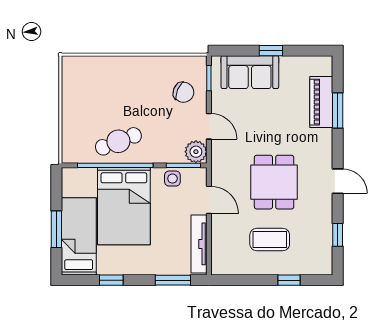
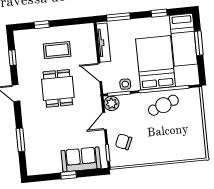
piano: (321, 102) -> (32, 144), removed
door: (209, 126) -> (105, 121), hinge flipped

